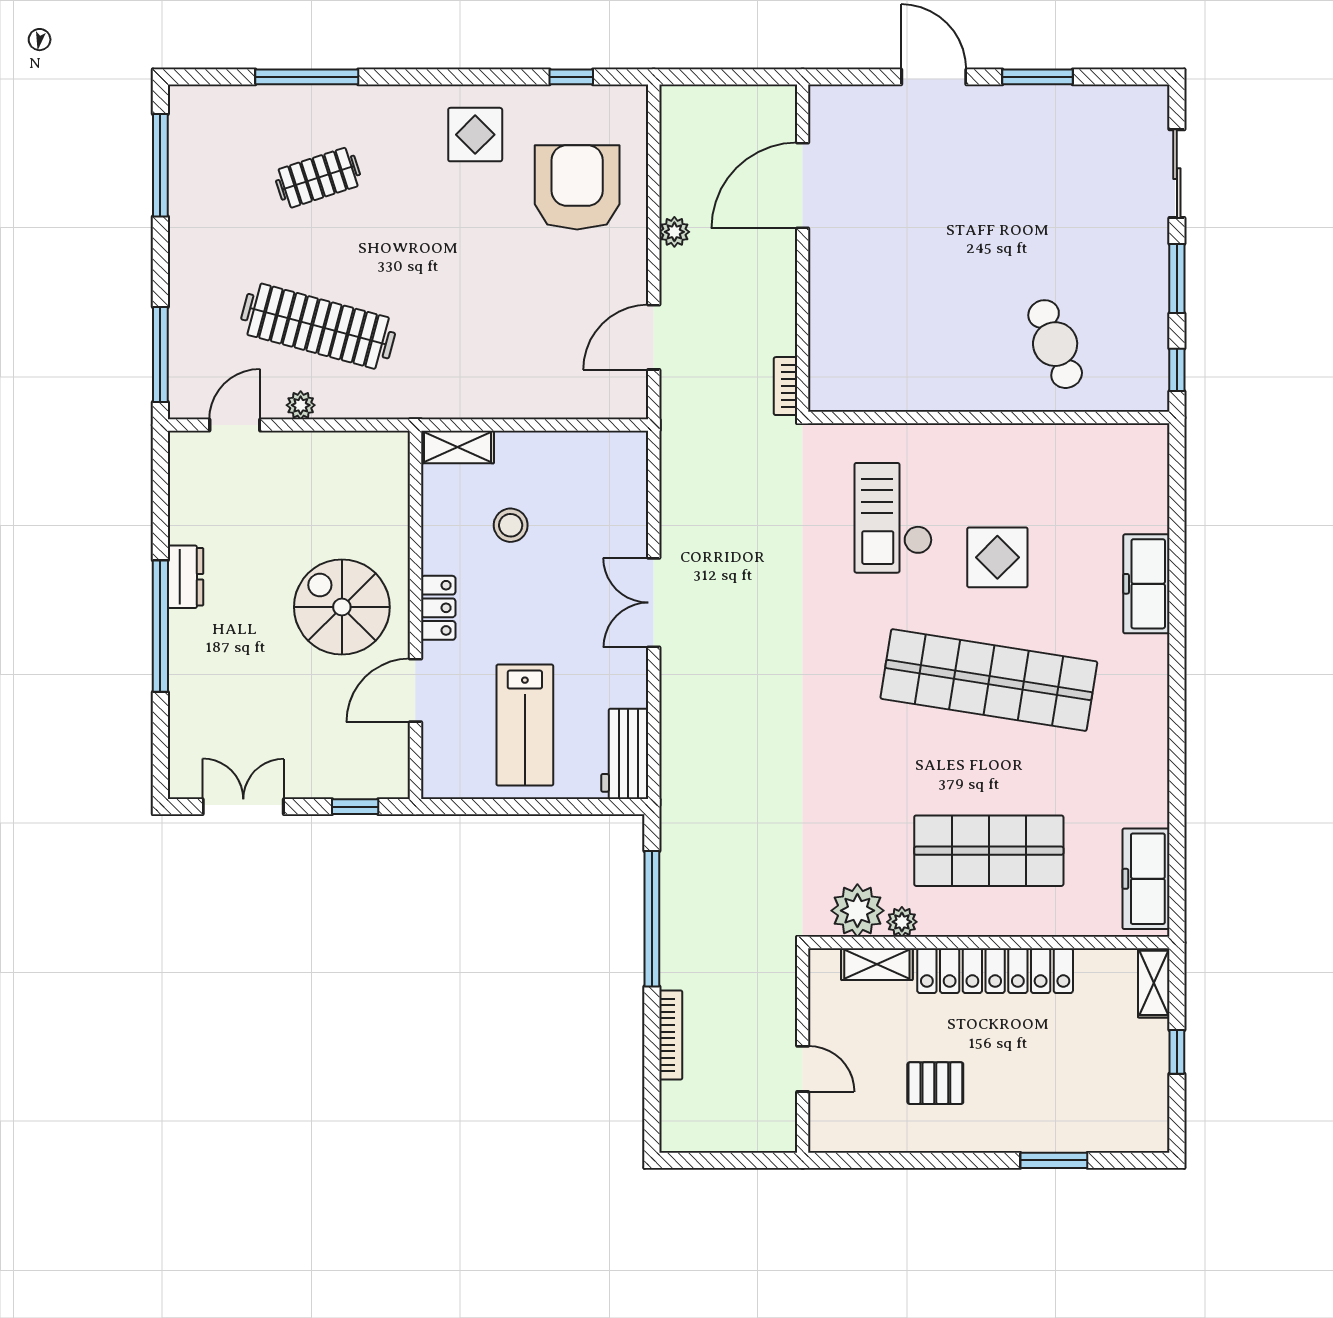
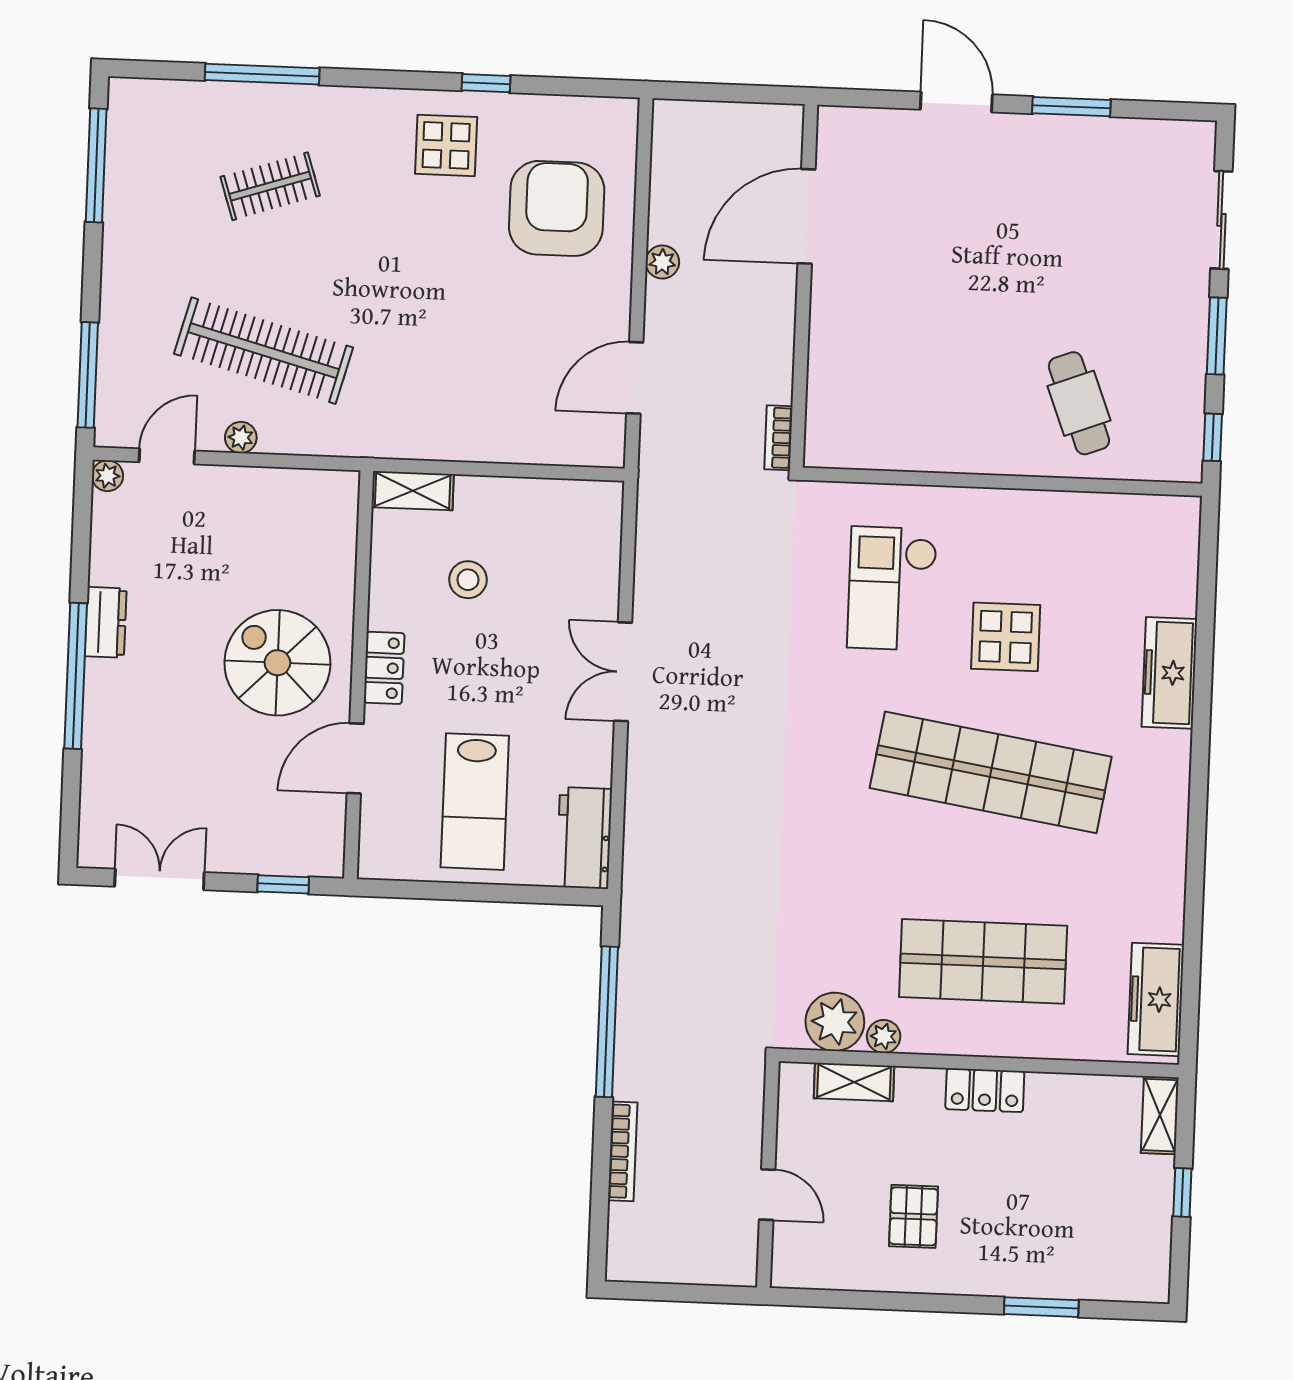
window: (571, 77) -> (486, 83), moved
plant: (182, 445) -> (107, 476), added
locker: (995, 971) -> (985, 1090), width x0.46, depth x0.83
pallet: (935, 1083) -> (914, 1216), turned 90

